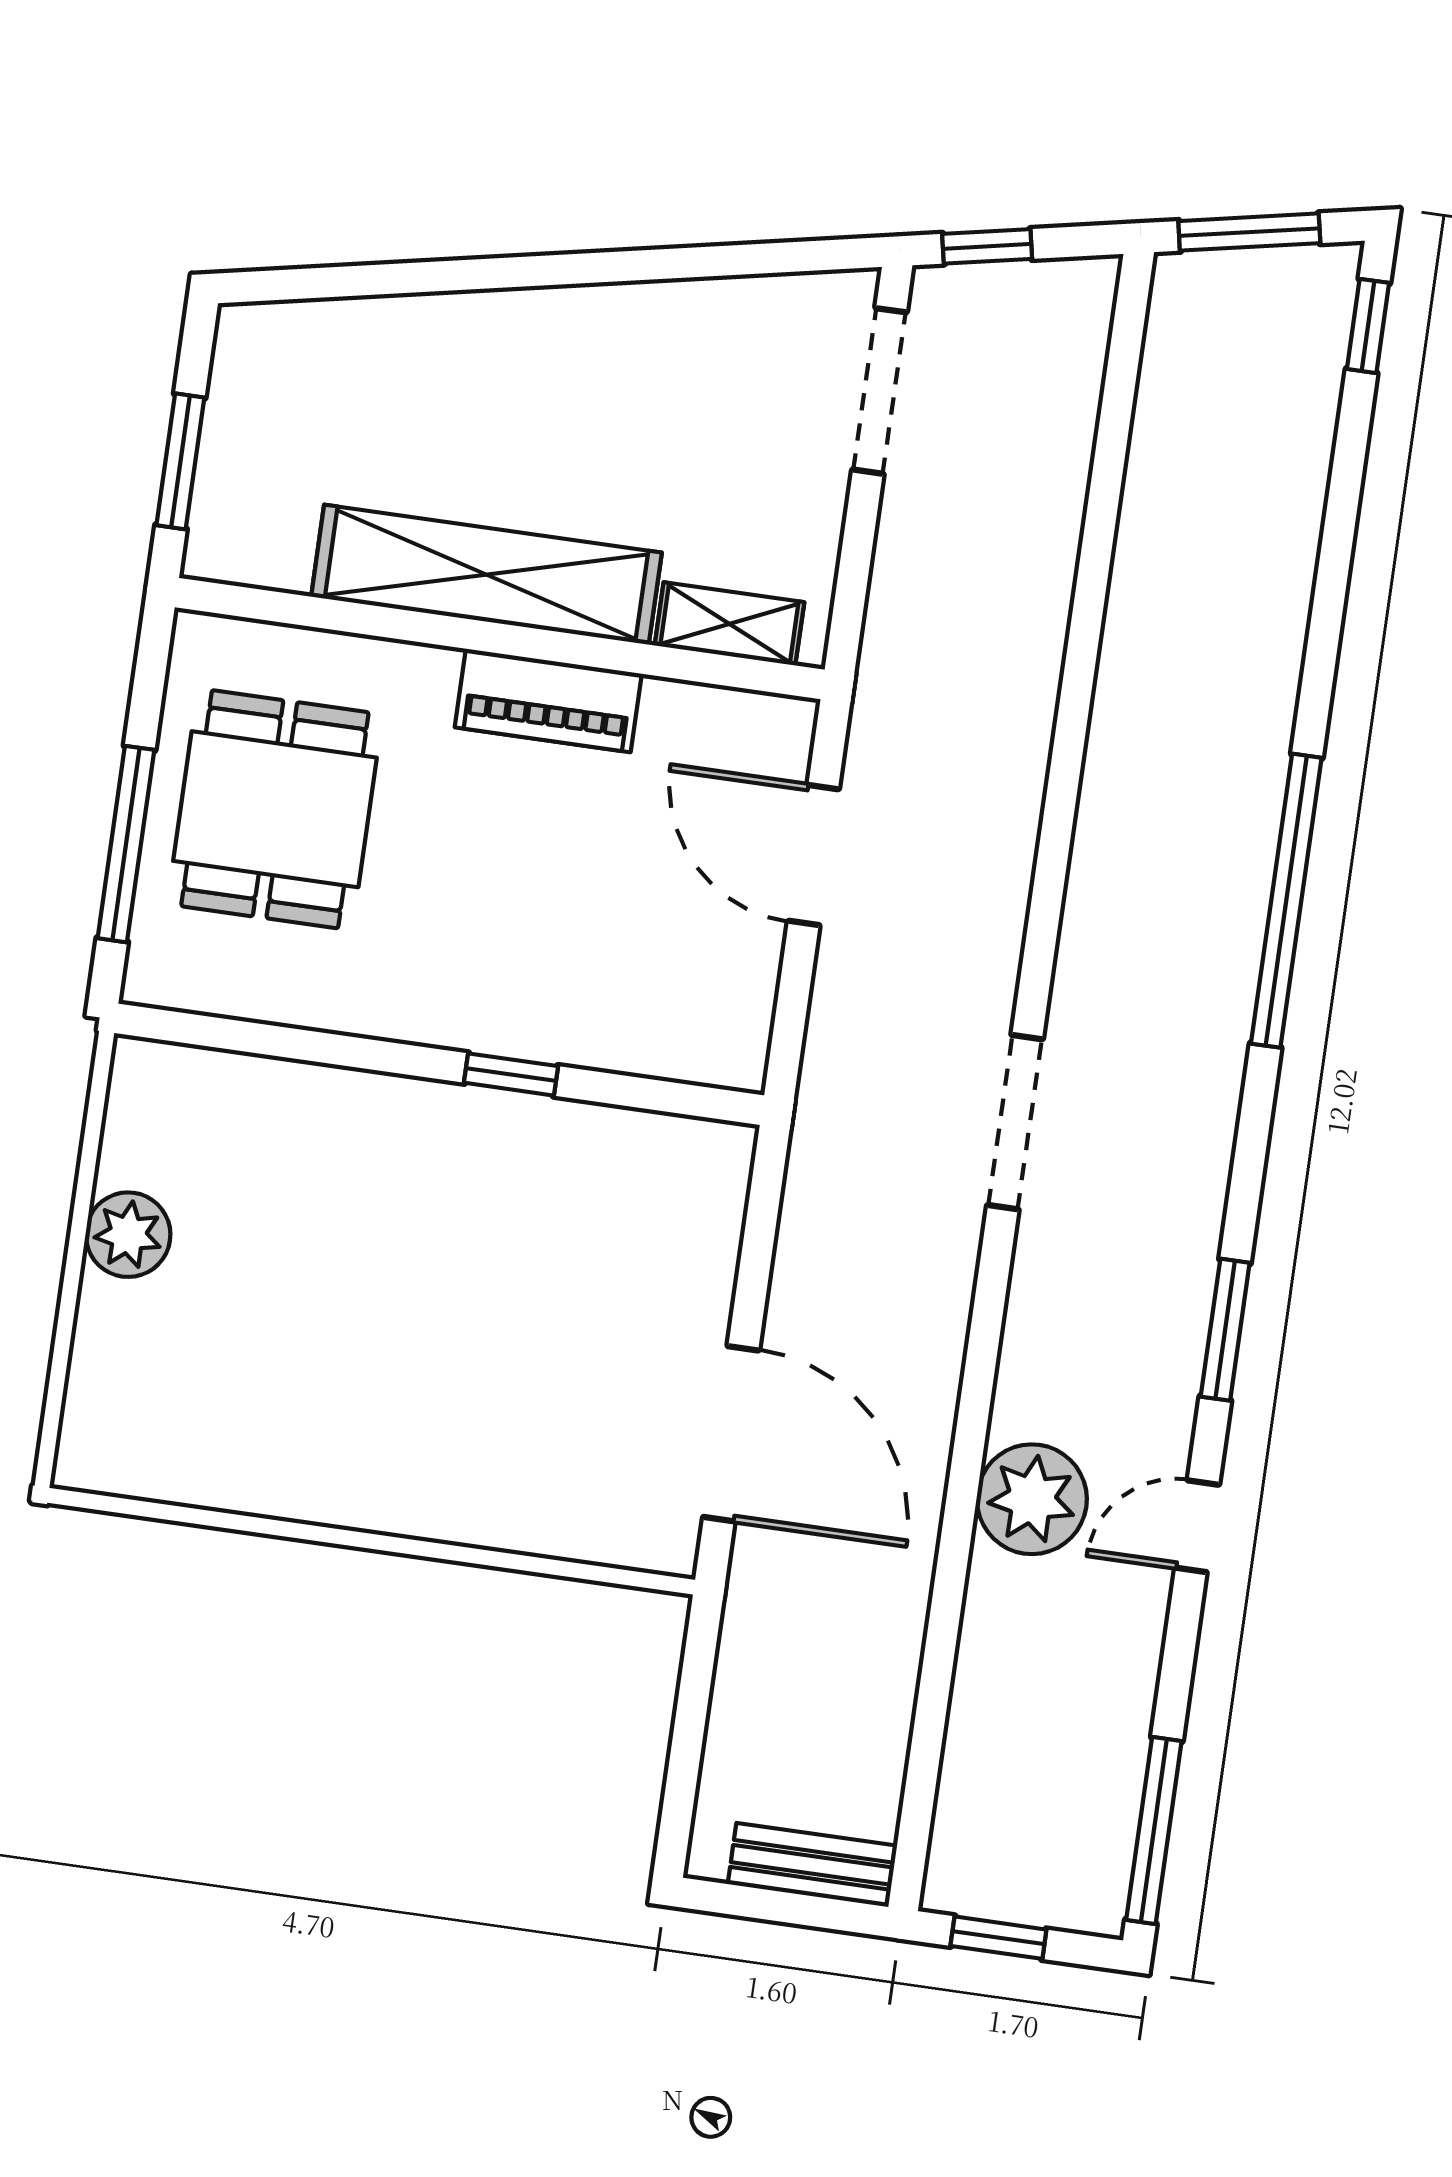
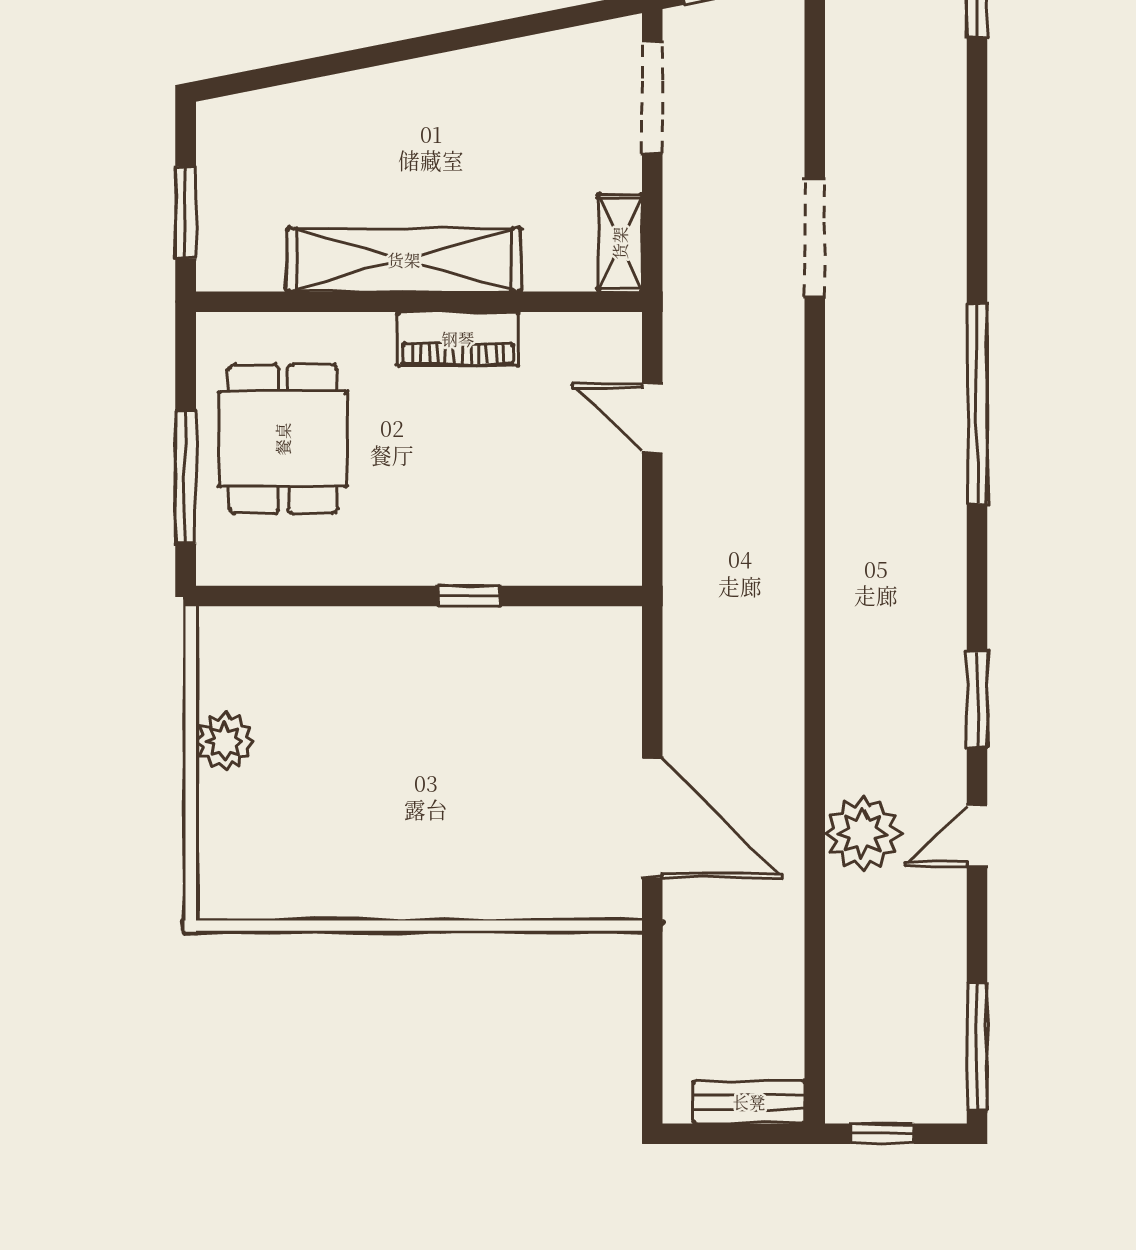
shelving: (729, 624) -> (620, 243), moved, turned 90
door: (813, 855) -> (652, 418), width x0.73
doorway: (1015, 1122) -> (815, 238), moved

